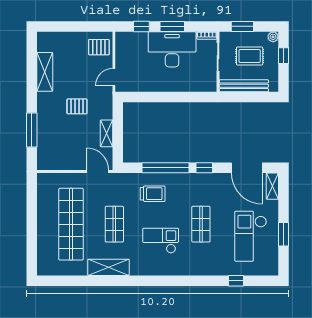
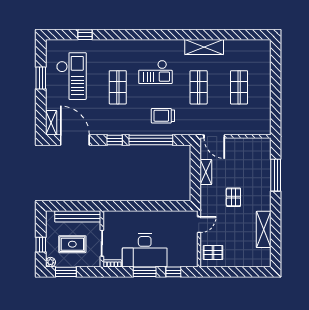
window: (242, 26) -> (66, 272), moved
pallet: (77, 106) -> (233, 197), turned 90
shop shelf: (71, 224) -> (239, 87), width x0.50, depth x0.74

